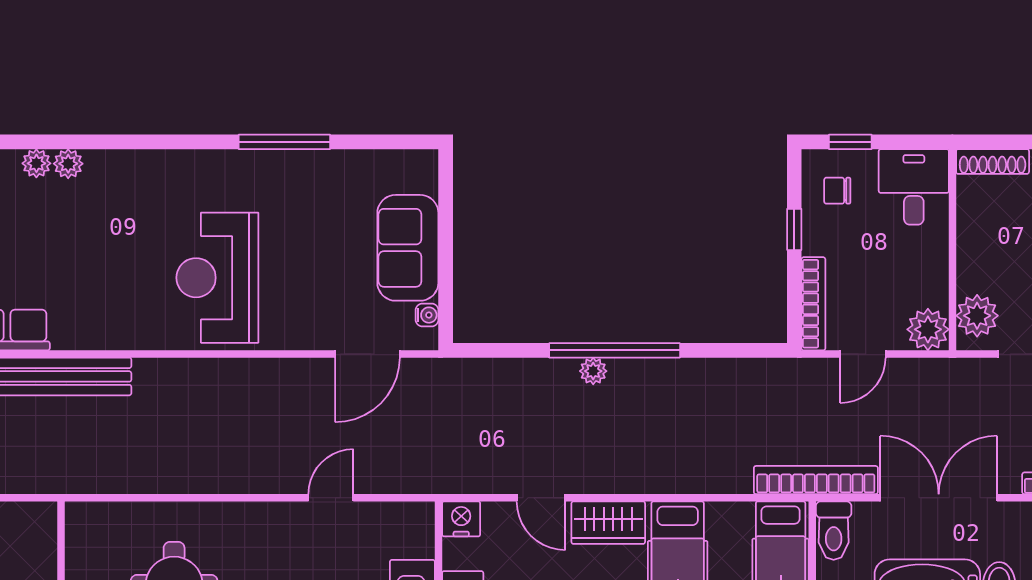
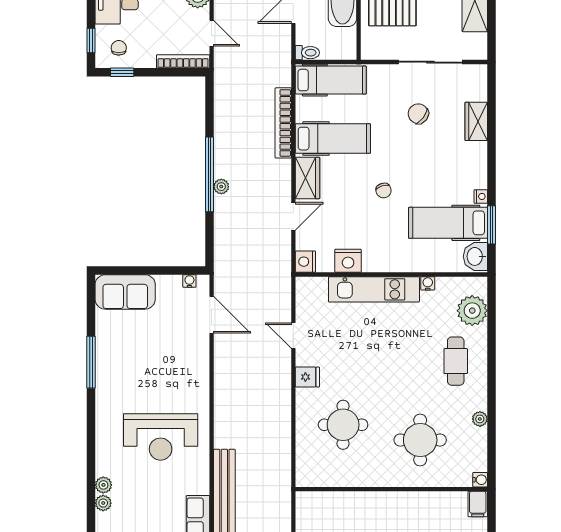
chair: (837, 191) -> (119, 48), turned 180
window: (794, 229) -> (122, 72), moved
sofa: (408, 248) -> (125, 292), moved
reception desk: (217, 278) -> (161, 437), moved
bookcase: (816, 480) -> (283, 123), moved
fridge: (258, 523) -> (307, 377), added
toilet: (834, 531) -> (307, 53), width x0.73, depth x0.72

